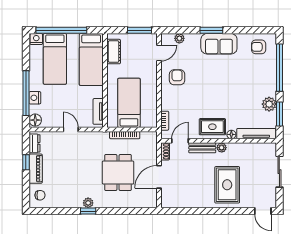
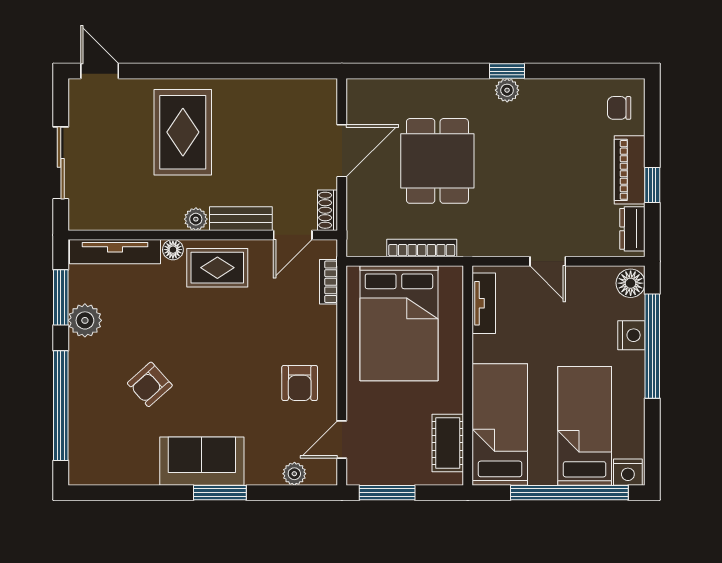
armchair: (259, 47) -> (150, 384), moved, turned 138
bed: (129, 103) -> (399, 323), width x1.50

